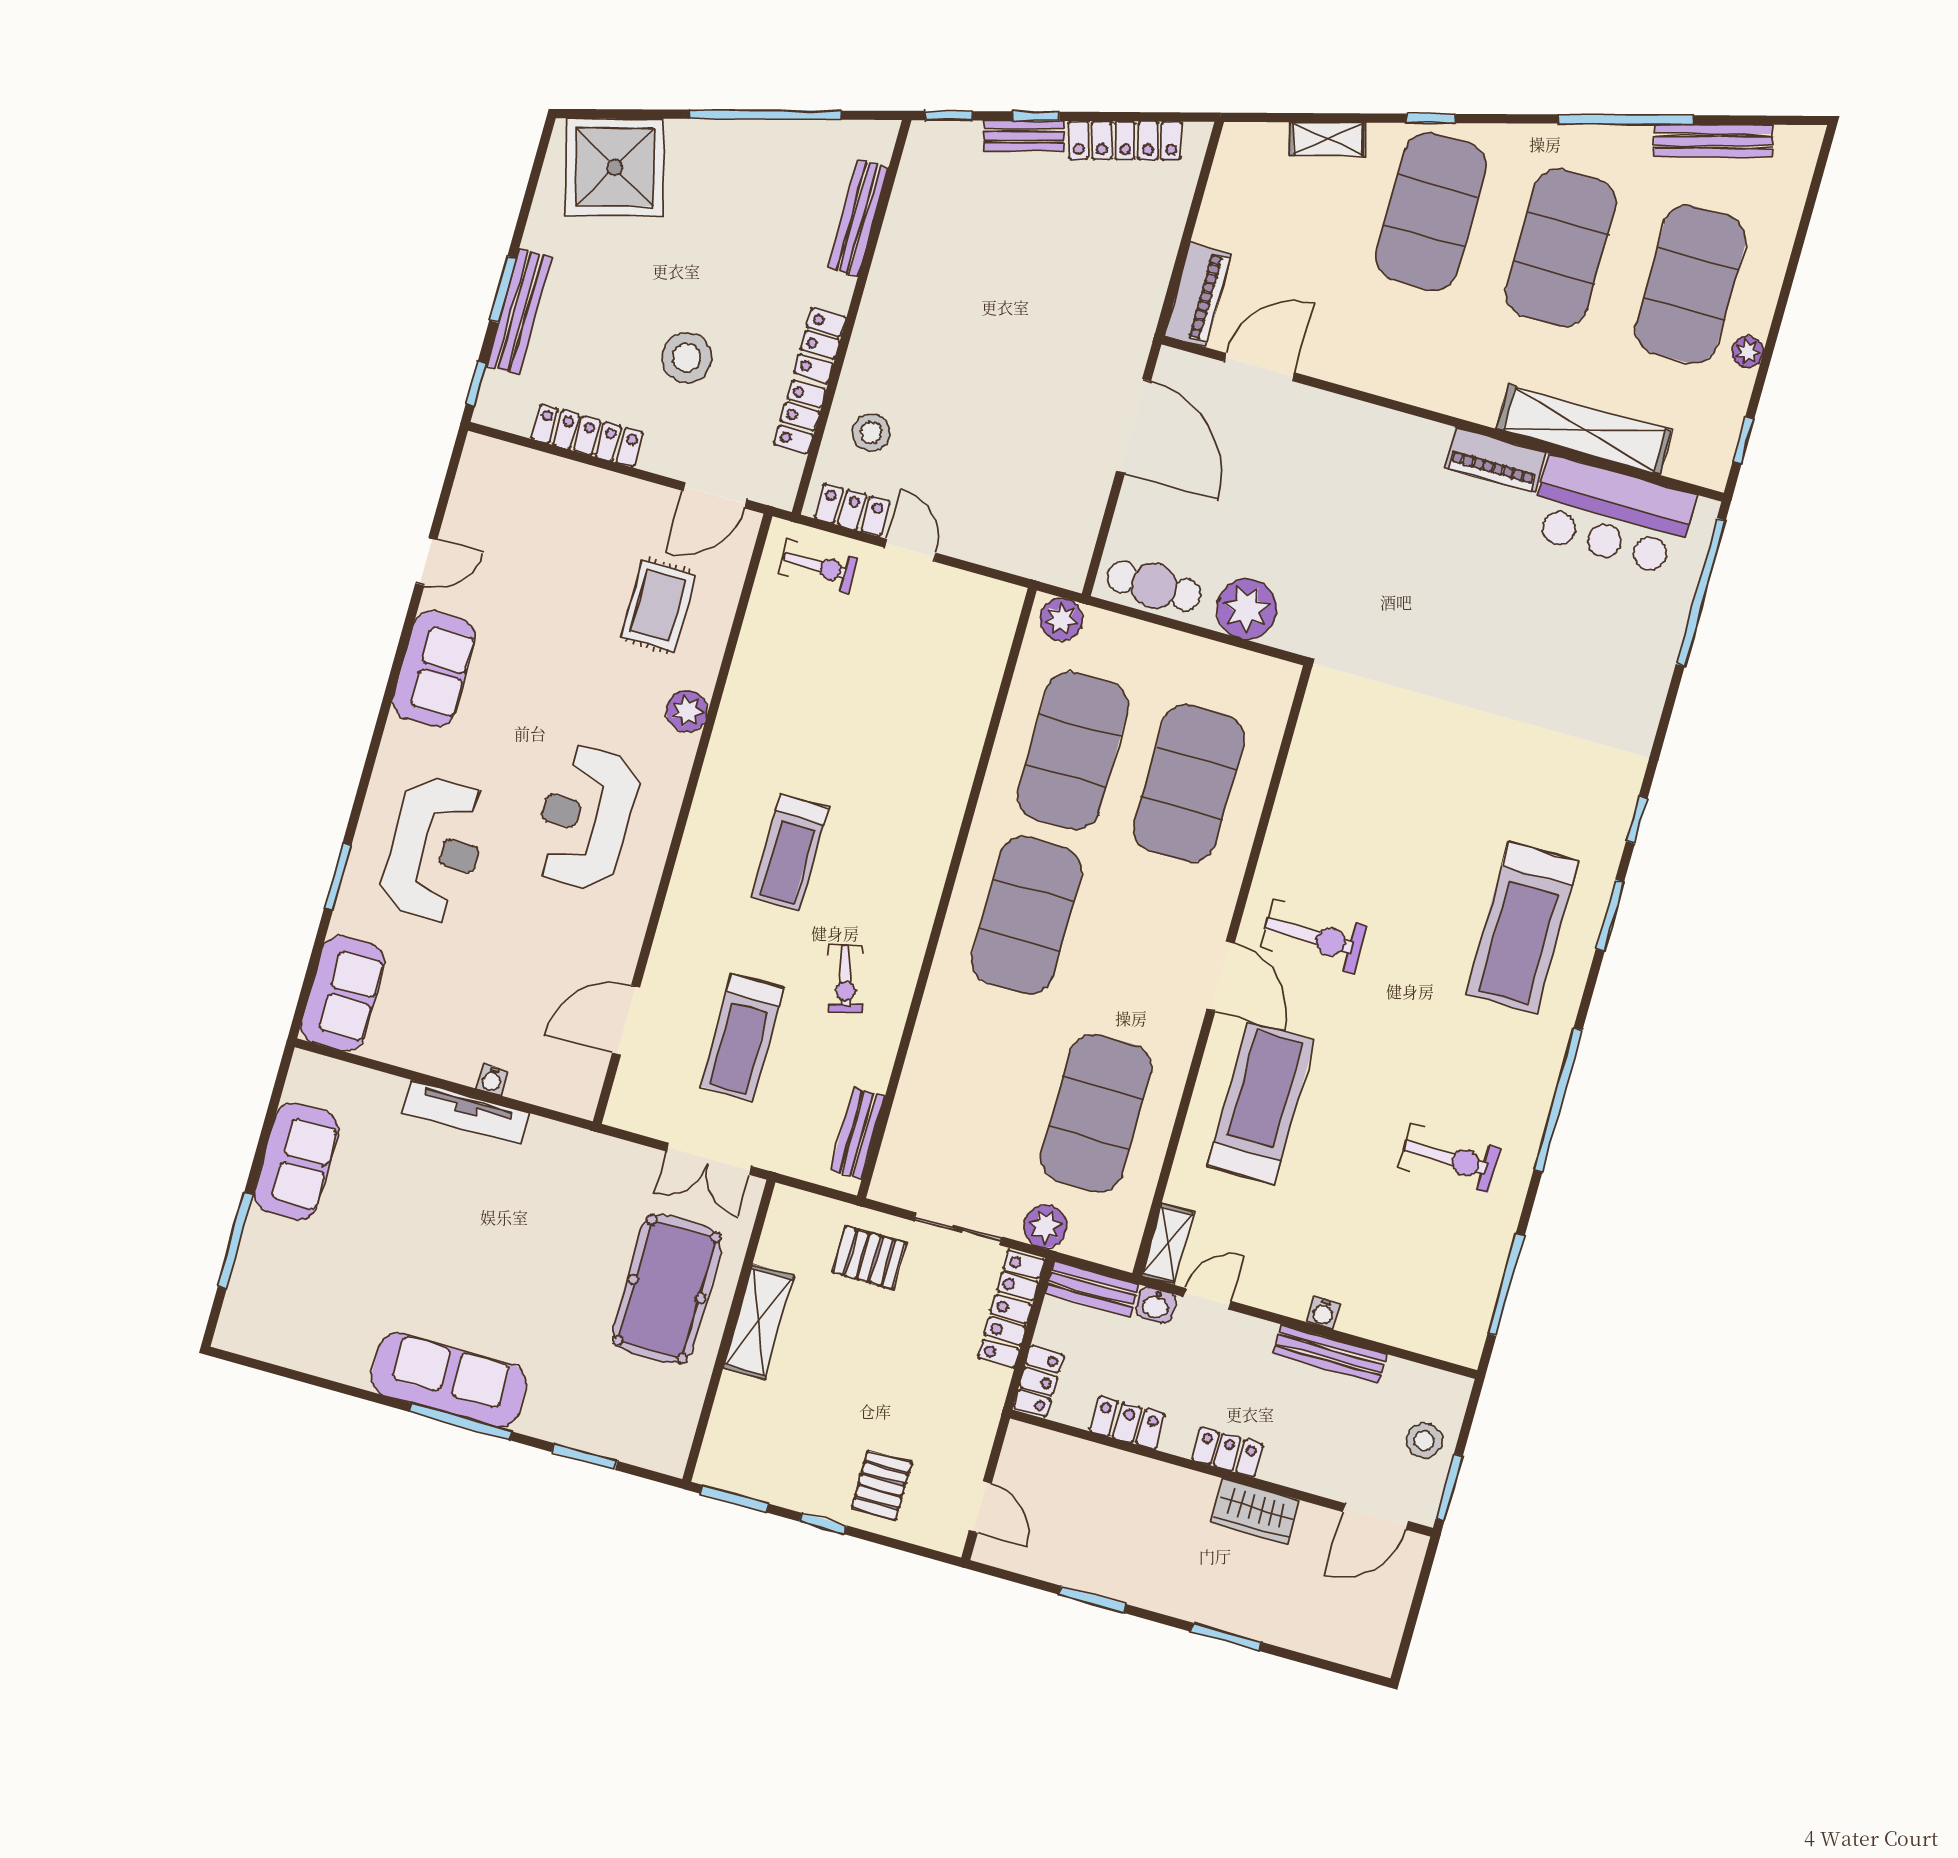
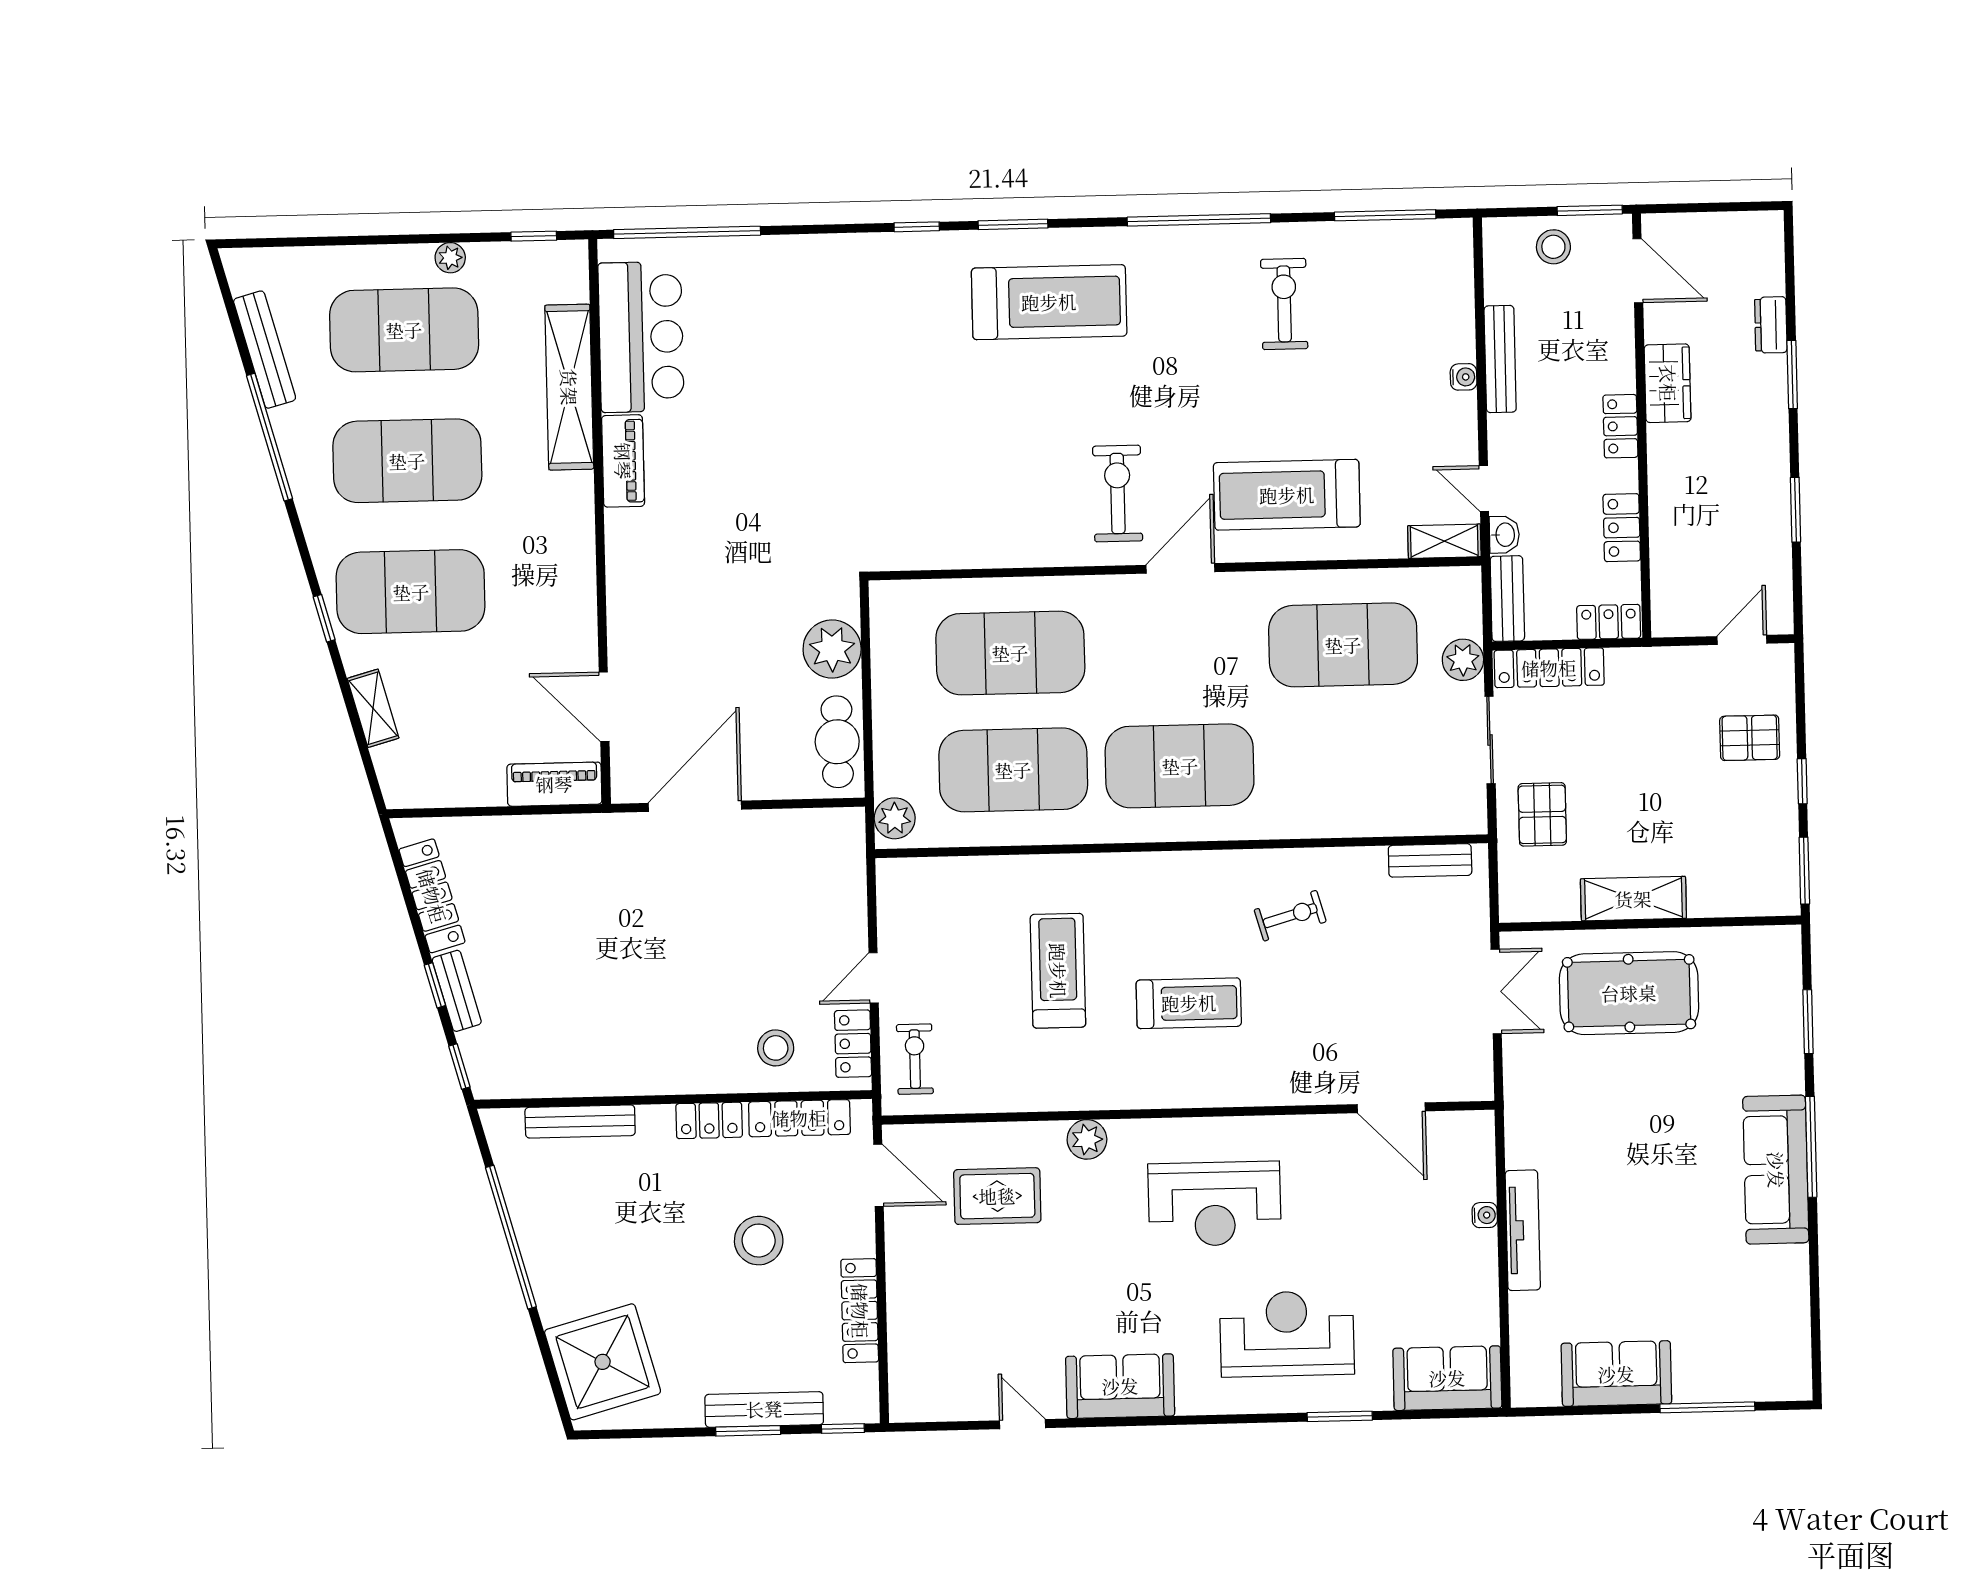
locker: (800, 417) -> (799, 1118), width x1.53
treadmill: (742, 1037) -> (1058, 971), moved, turned -90
dresser: (1282, 1631) -> (1771, 325), added

